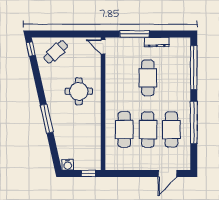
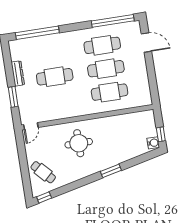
window: (134, 34) -> (13, 97), width x0.69
window: (47, 119) -> (111, 171), width x0.69
window: (194, 123) -> (113, 21), moved
window: (88, 173) -> (161, 134), moved

